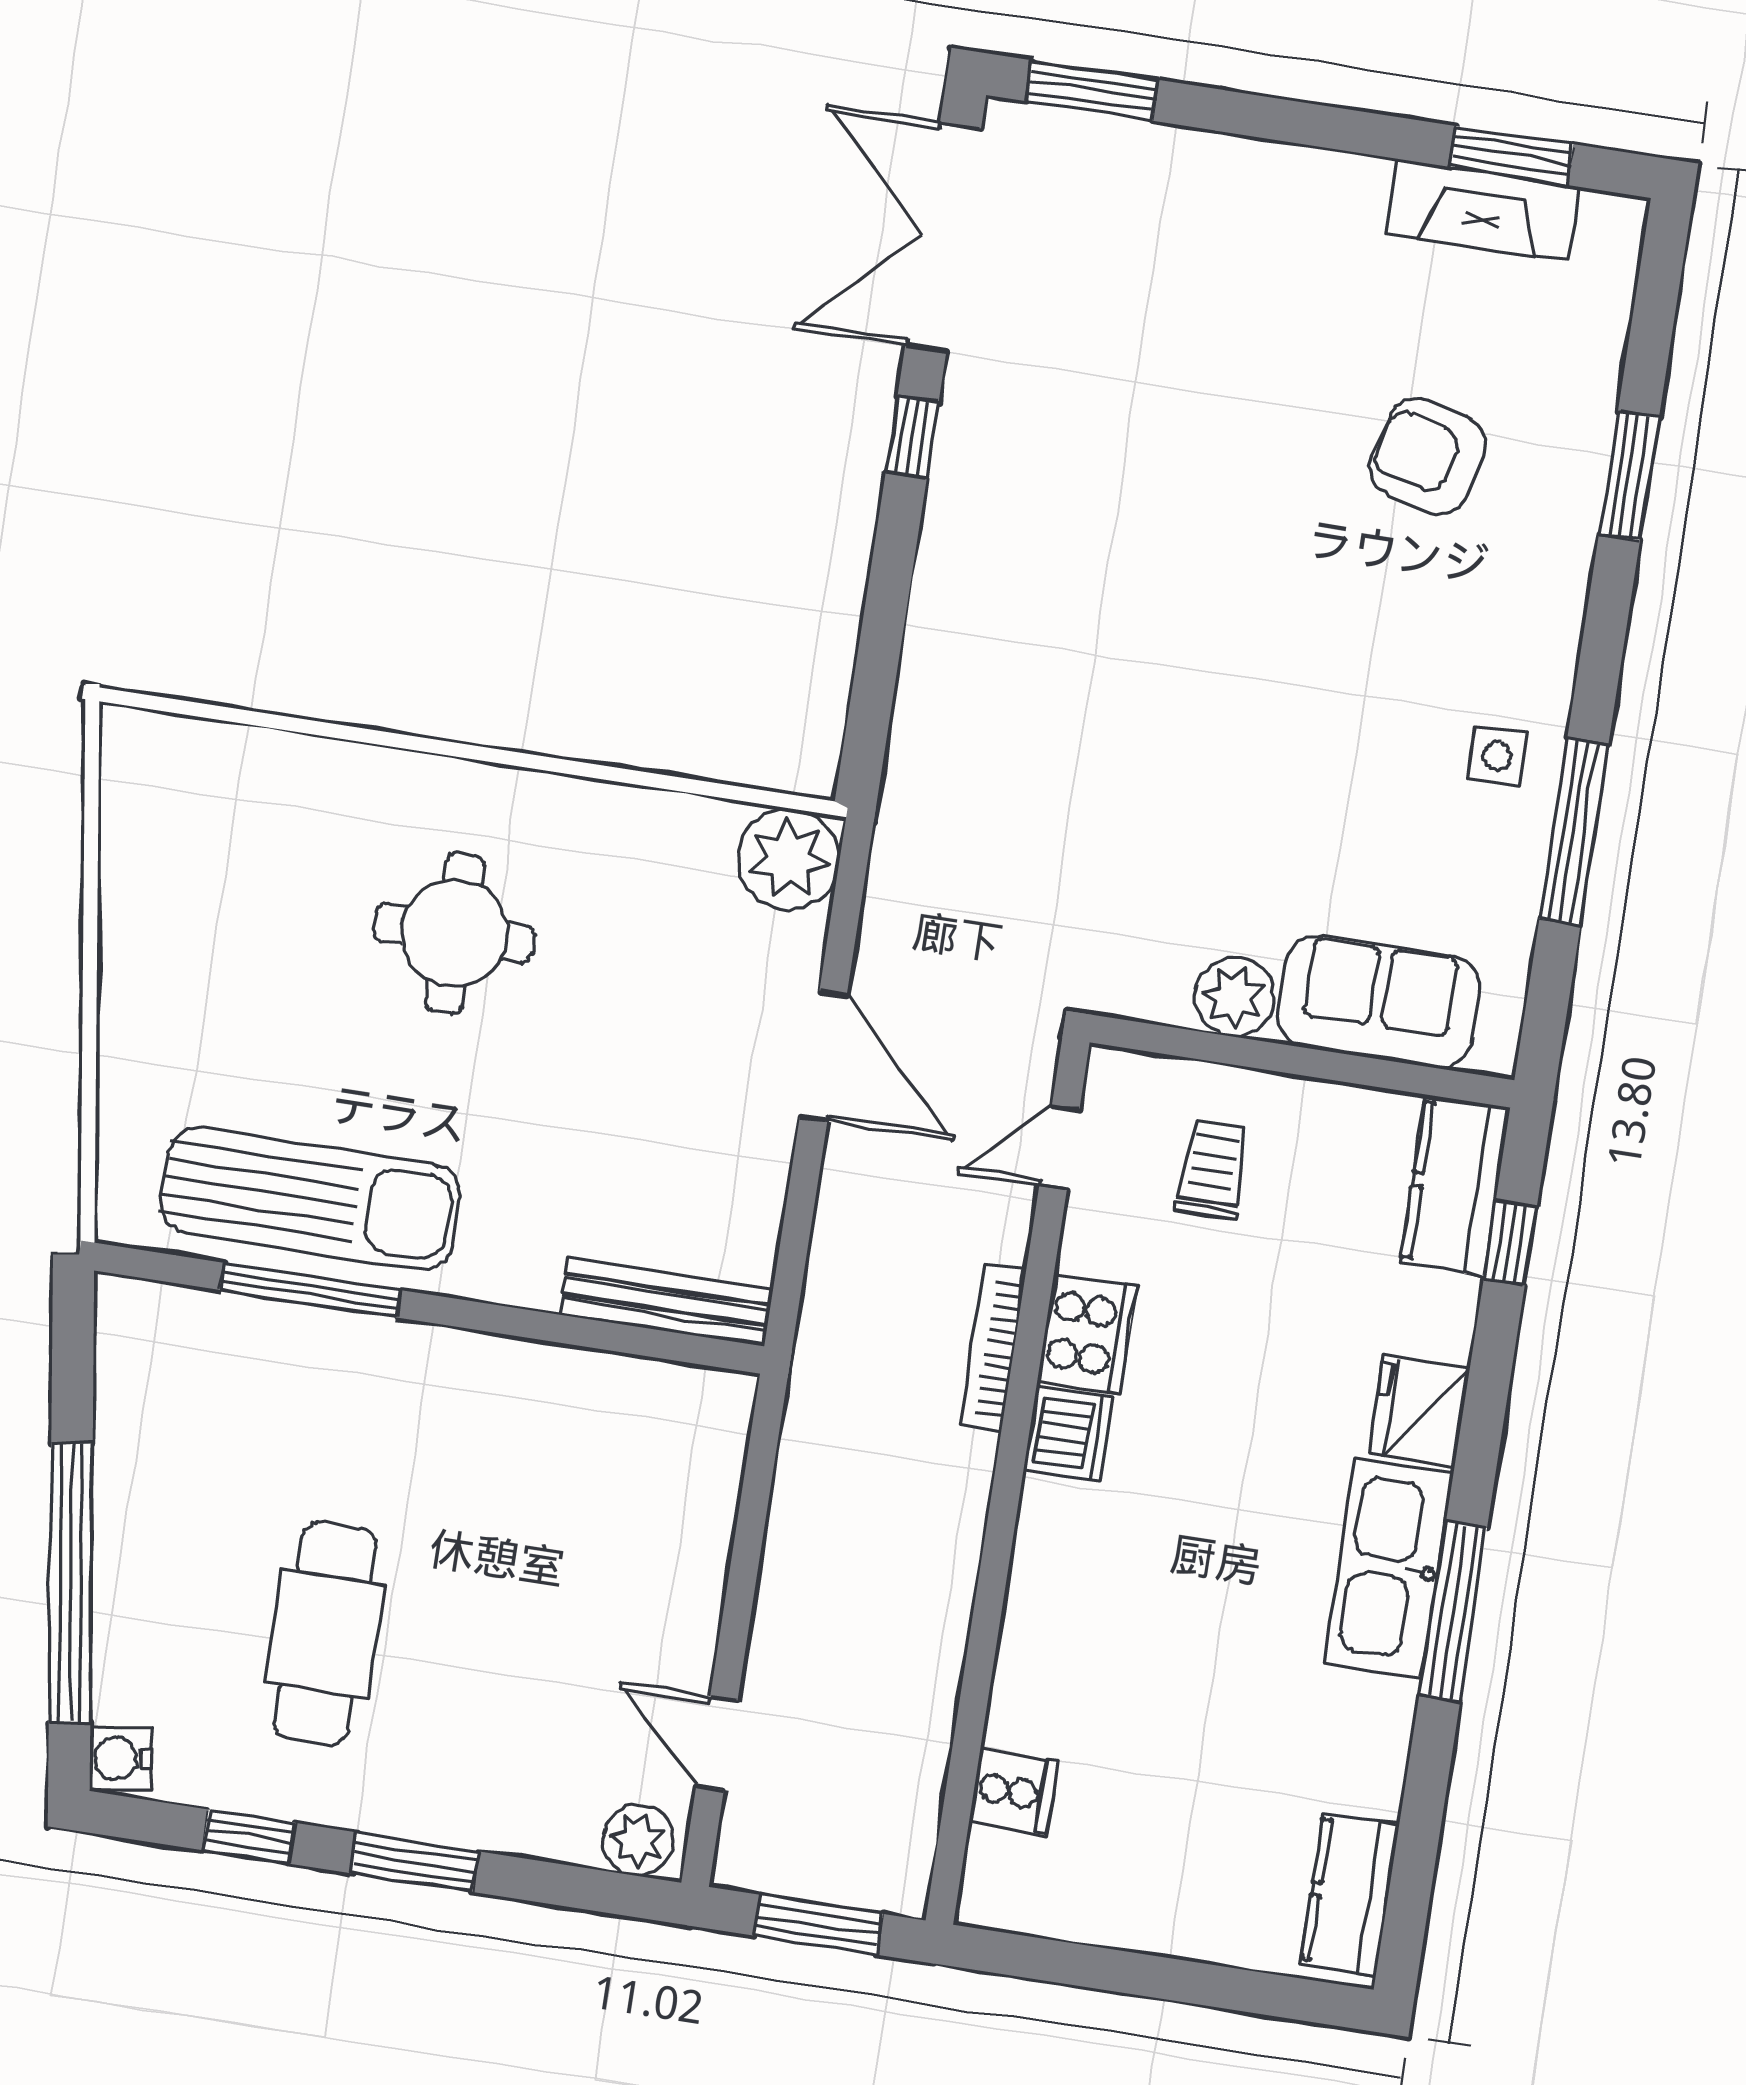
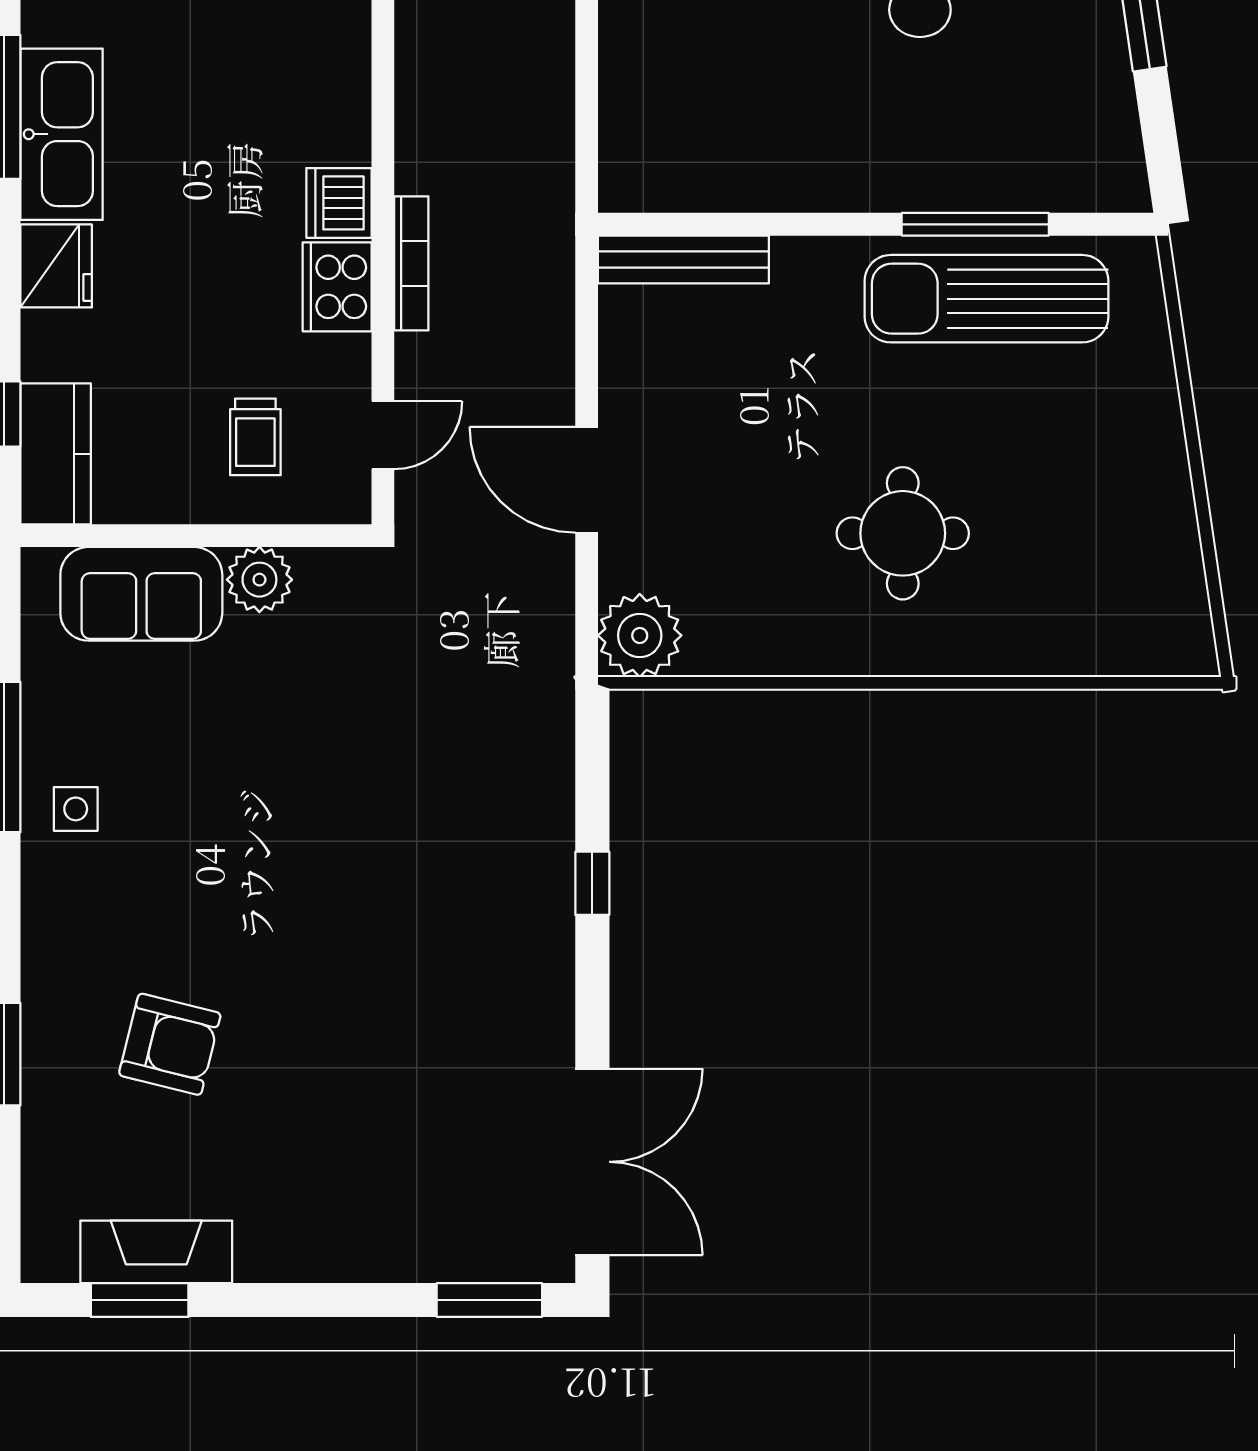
window: (912, 437) -> (592, 883), moved

